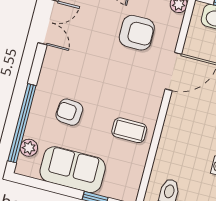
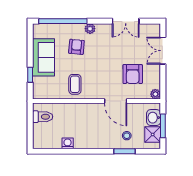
plant: (29, 148) -> (90, 29), moved

